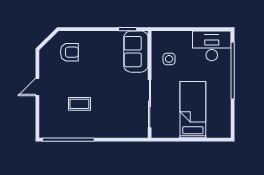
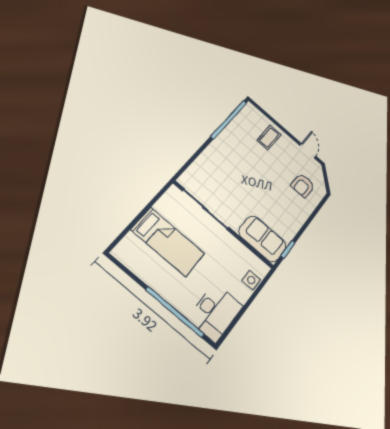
side table: (169, 59) -> (251, 280), moved
door: (37, 87) -> (308, 151), moved
coffee table: (79, 104) -> (269, 138), moved

